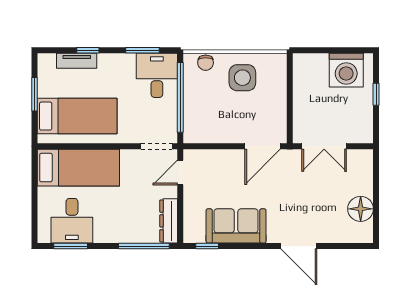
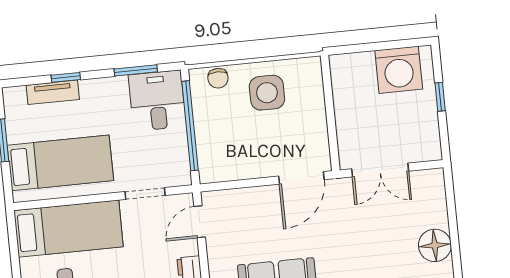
doorway: (157, 146) -> (145, 193), moved

